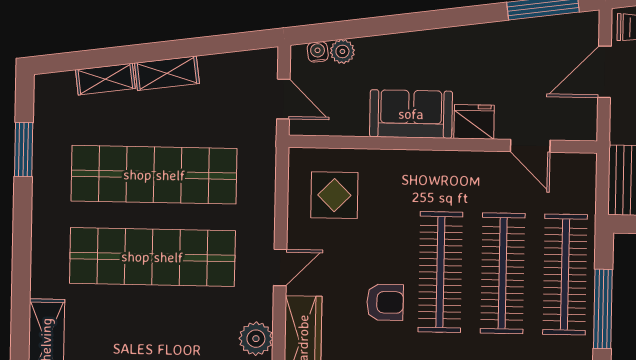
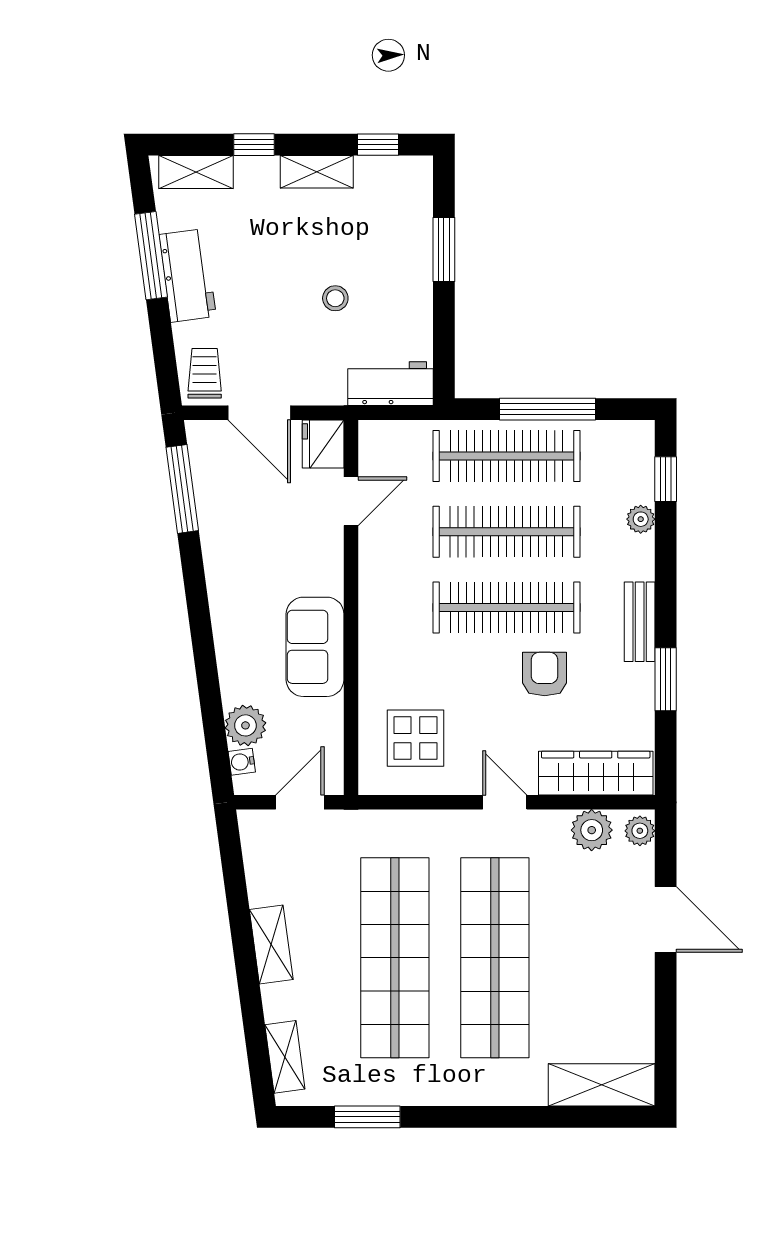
plant: (342, 51) -> (245, 725), width x1.38, depth x1.38
shelving: (105, 79) -> (285, 1057), moved
fridge: (474, 122) -> (323, 444), moved

